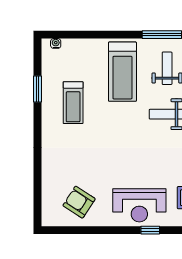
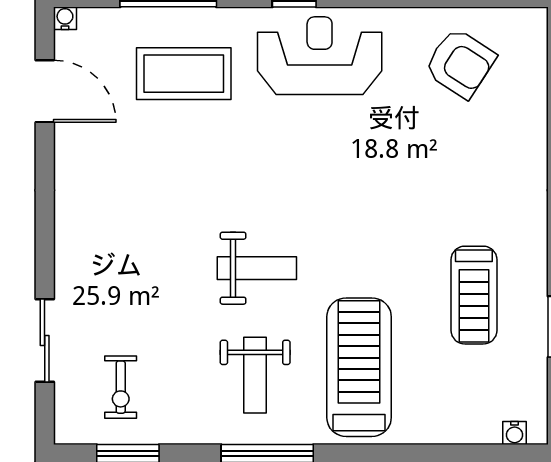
treadmill: (73, 103) -> (474, 295), turned 180

